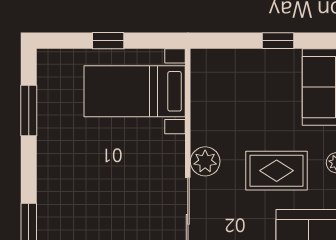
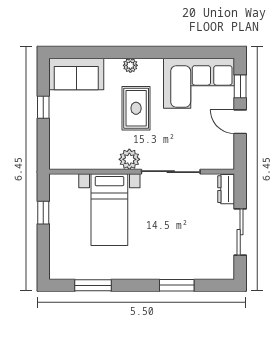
window: (108, 41) -> (43, 213), moved
bed with nightstands: (135, 91) -> (109, 210), moved

